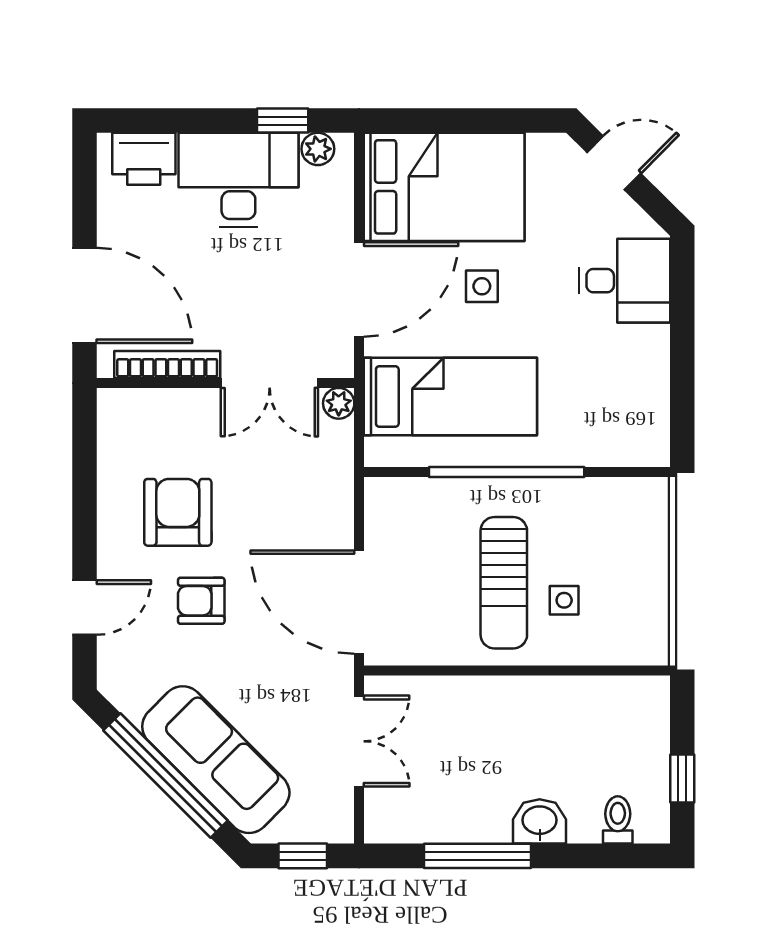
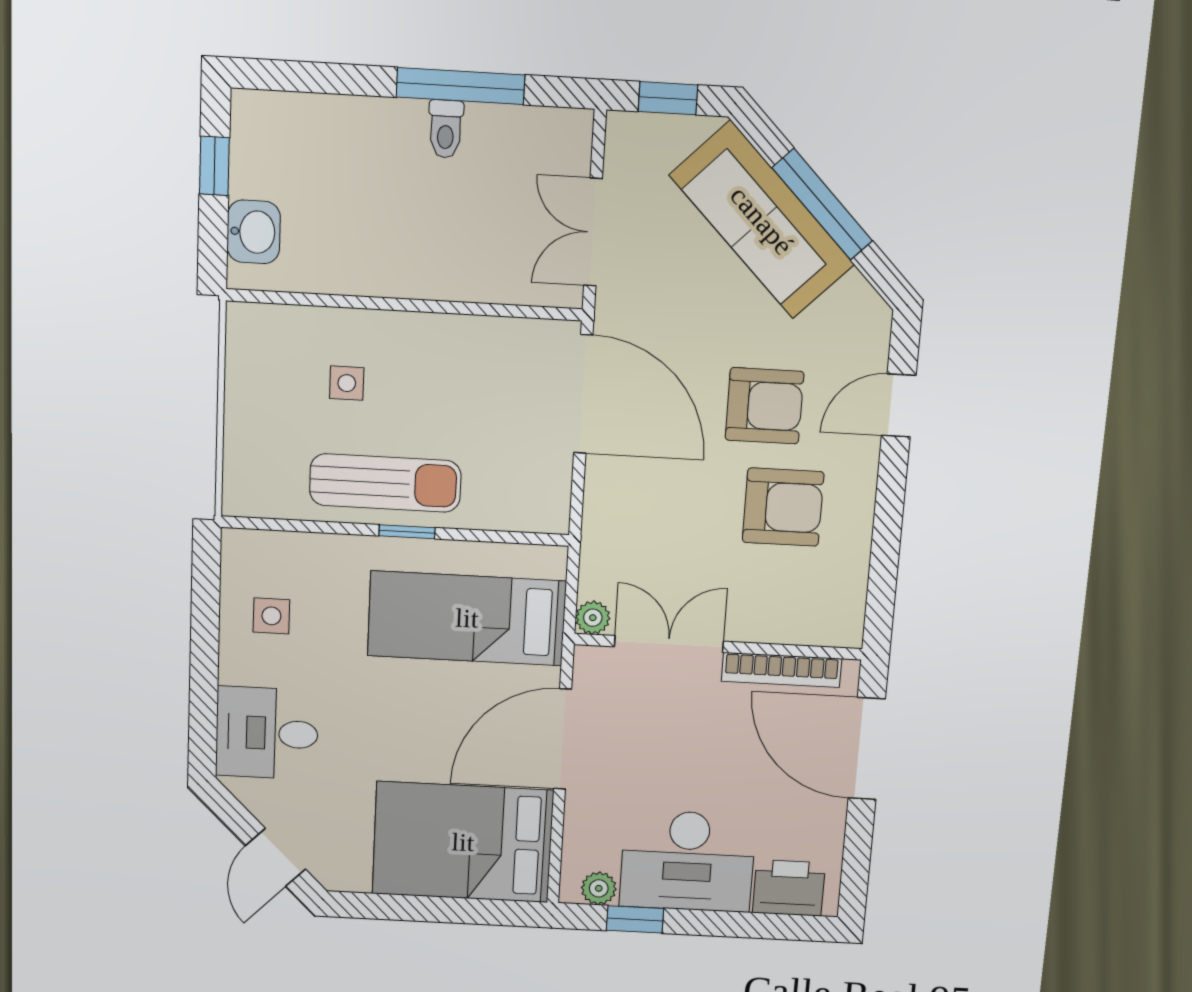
door: (614, 163) -> (275, 858), hinge flipped
side table: (482, 286) -> (271, 616), moved
window: (507, 472) -> (407, 532), width x0.32
armchair: (178, 512) -> (783, 507), turned -90
sun lounger: (504, 583) -> (385, 483), moved, turned 90
armchair: (201, 601) -> (764, 406), width x1.38, depth x1.38
window: (165, 775) -> (822, 204), width x0.68
toilet: (618, 820) -> (446, 129), moved
washbasin: (540, 821) -> (254, 232), moved, turned -90

